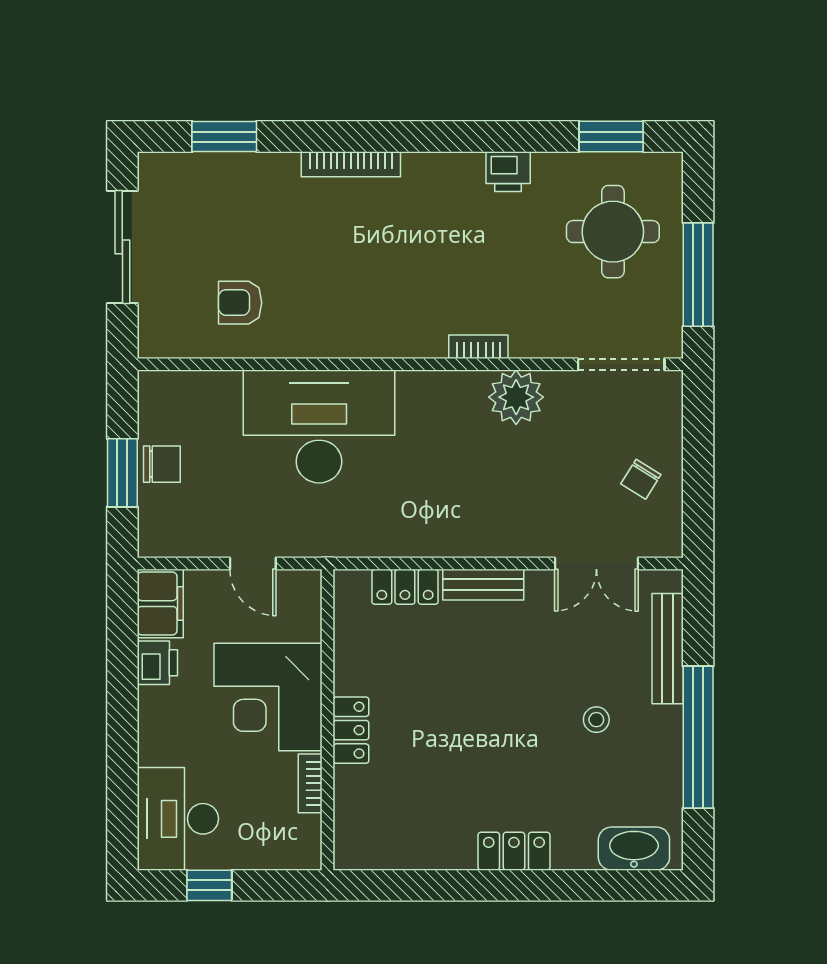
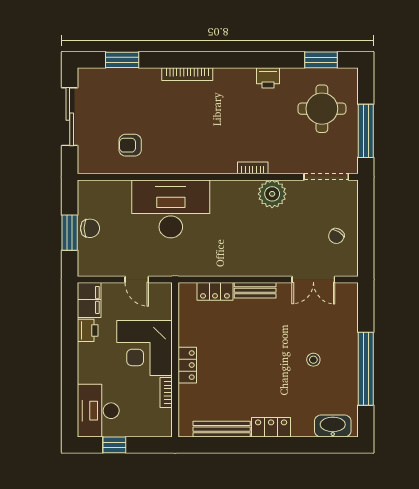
bench: (668, 649) -> (222, 429), moved, turned 90

